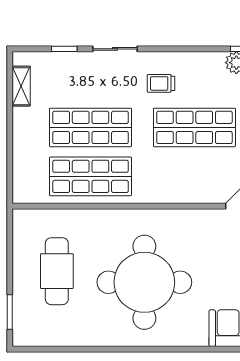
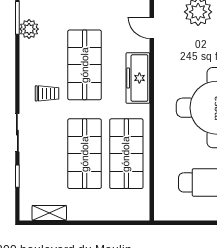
trolley: (161, 83) -> (47, 93), turned -90
freezer: (179, 190) -> (138, 78), added

